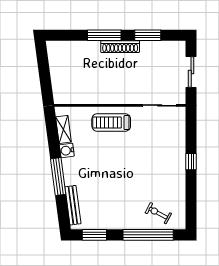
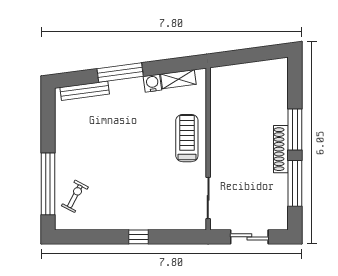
window: (148, 35) -> (295, 183), width x1.44
window: (94, 235) -> (48, 117), removed

